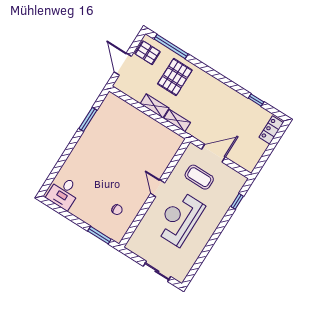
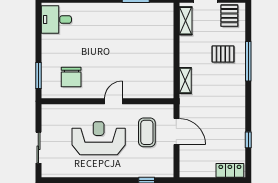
window: (171, 46) -> (248, 61), moved
pallet: (175, 77) -> (223, 54), width x0.67, depth x0.71
shelving: (155, 106) -> (186, 21), moved
chair: (117, 210) -> (71, 77), width x1.87, depth x1.87

